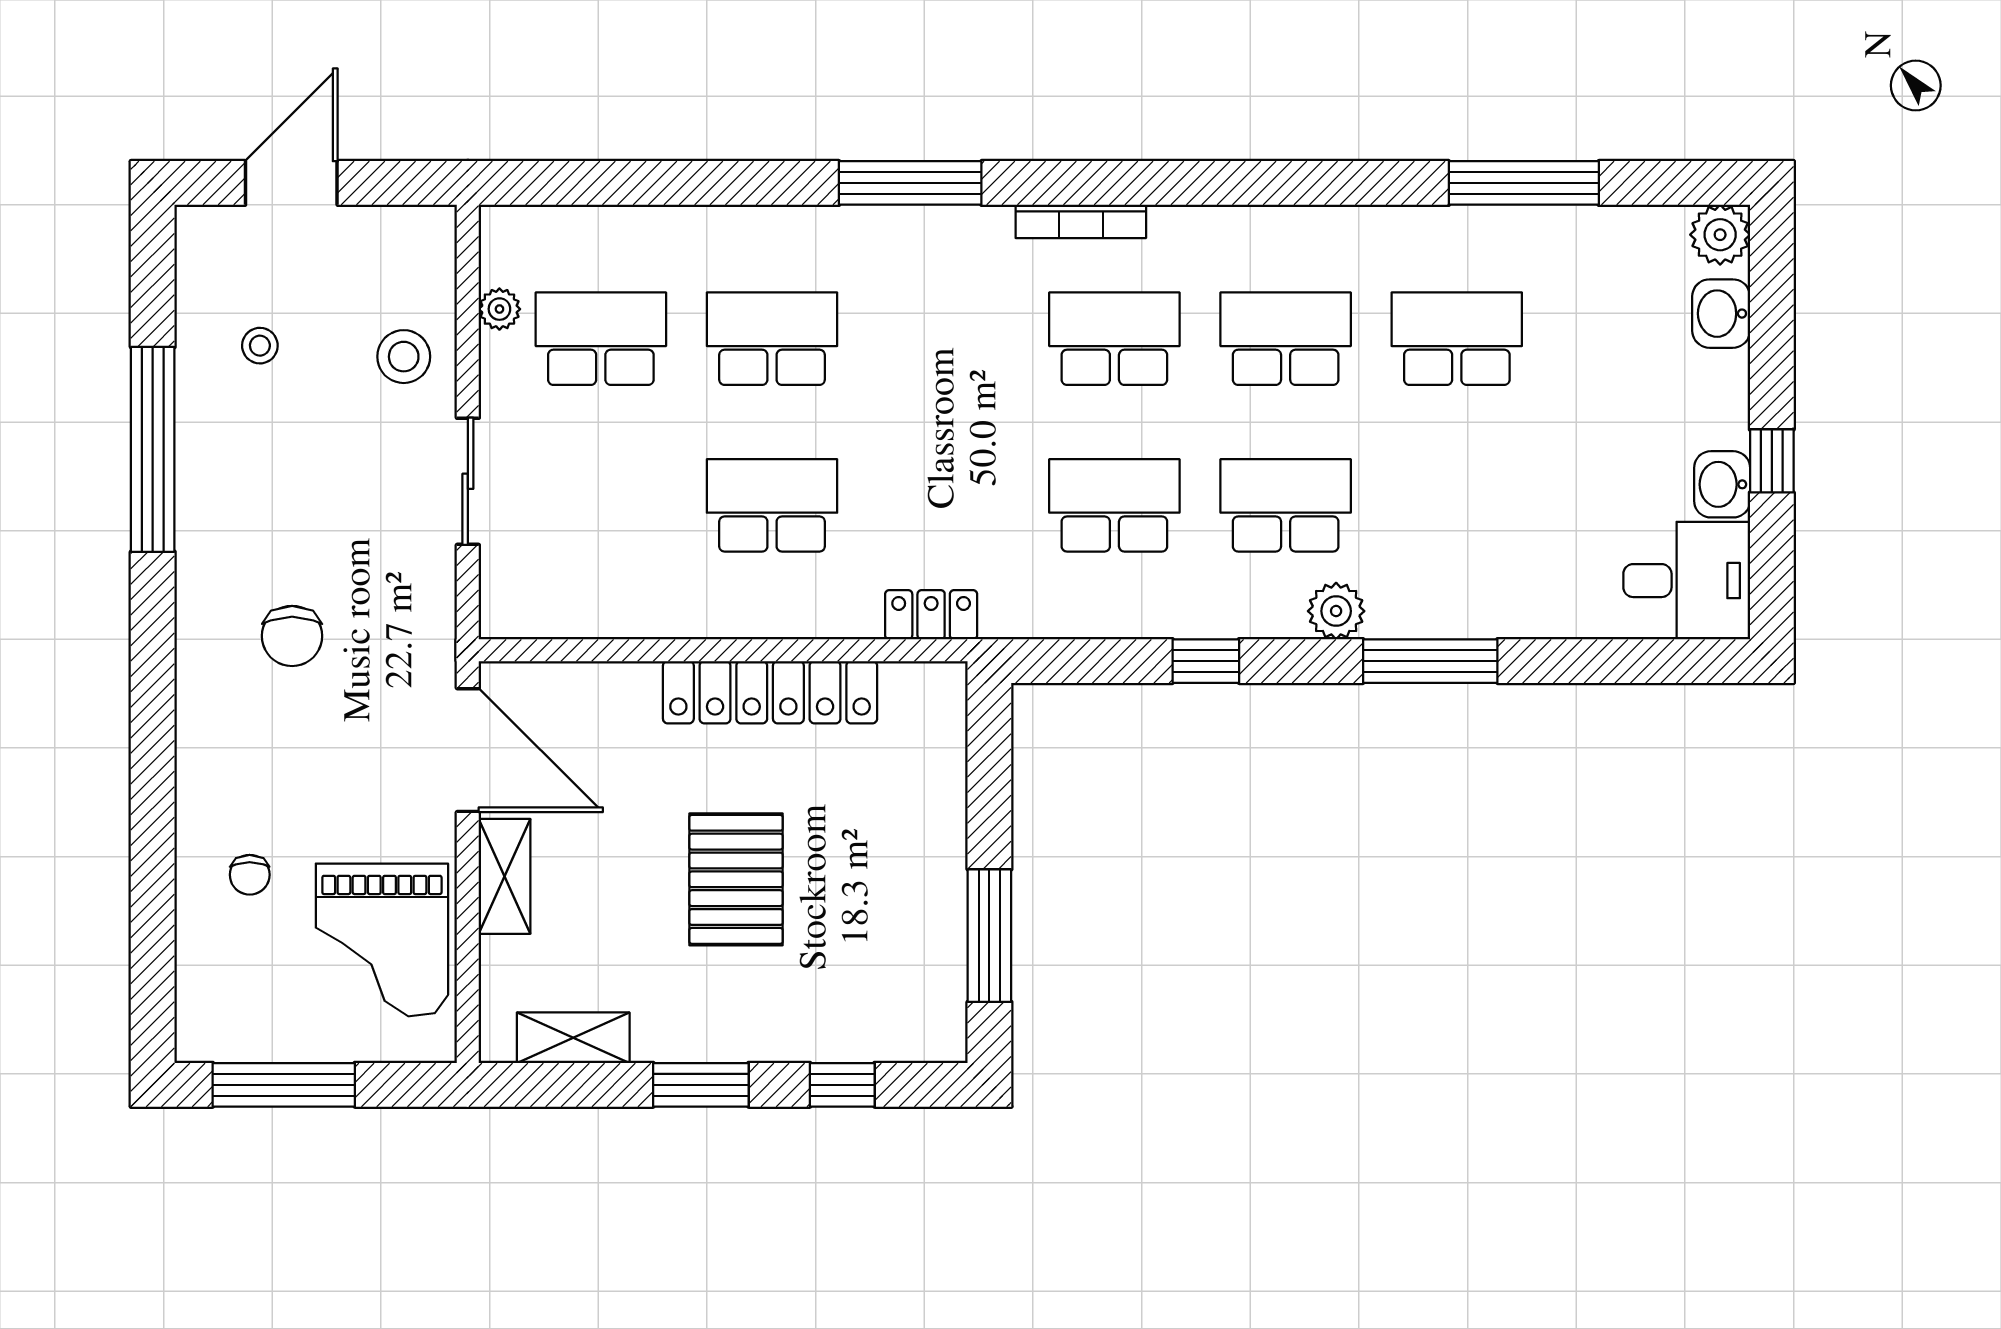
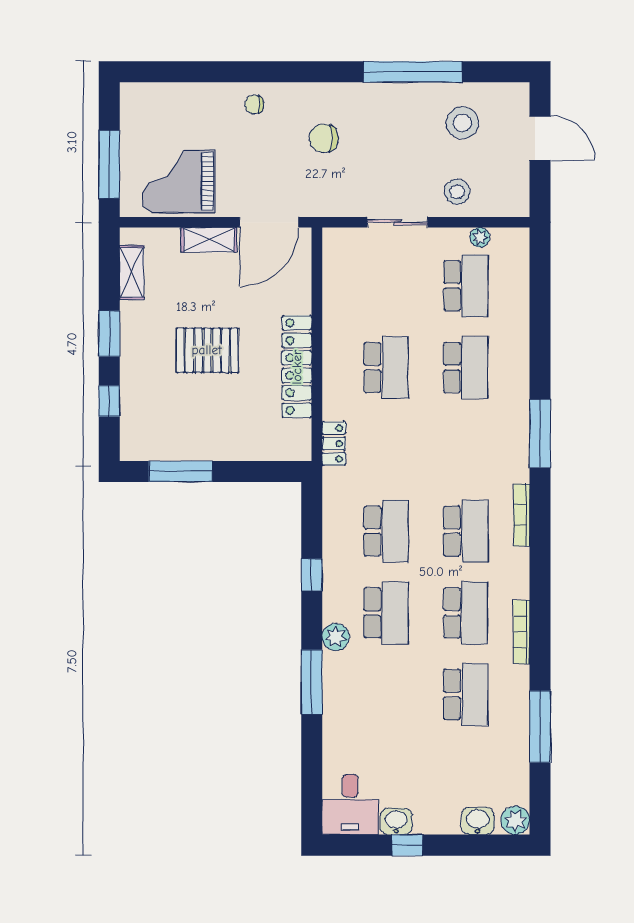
bookcase: (1326, 222) -> (522, 632), added
stool: (260, 346) -> (462, 123), width x1.89, depth x1.89
chair: (250, 875) -> (254, 104), moved
window: (284, 1085) -> (109, 164), moved

